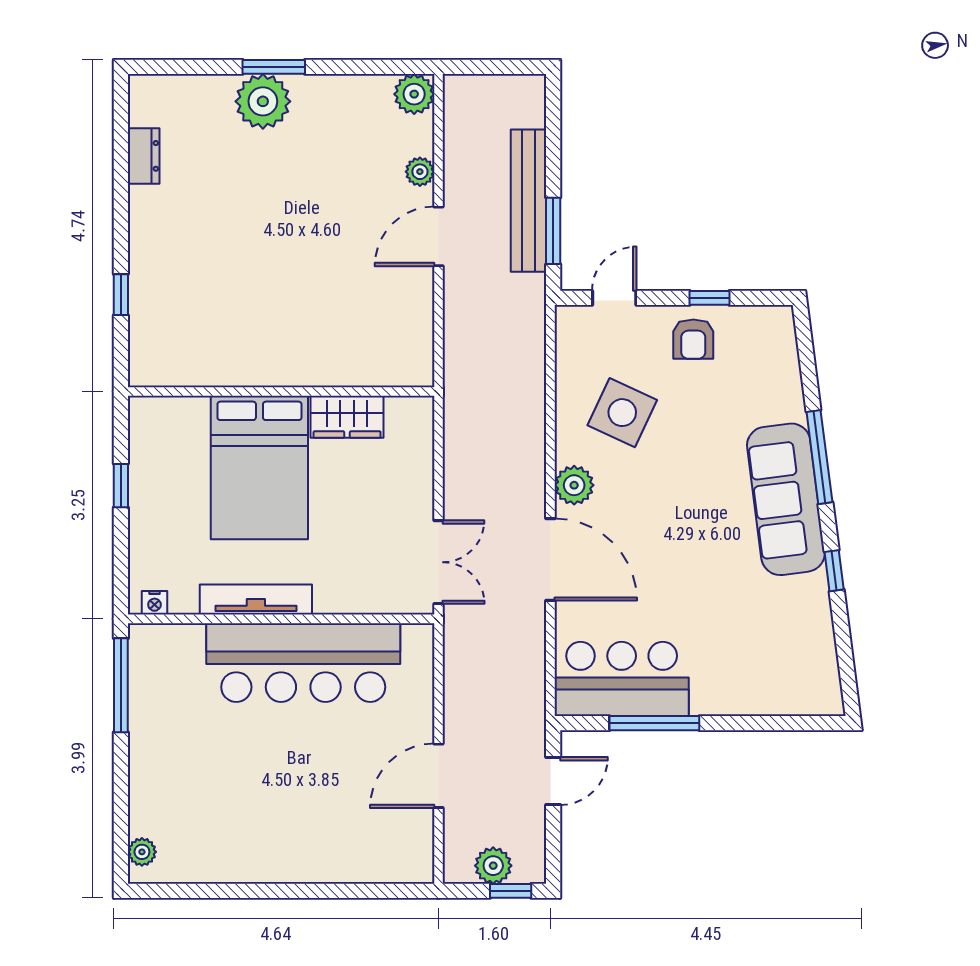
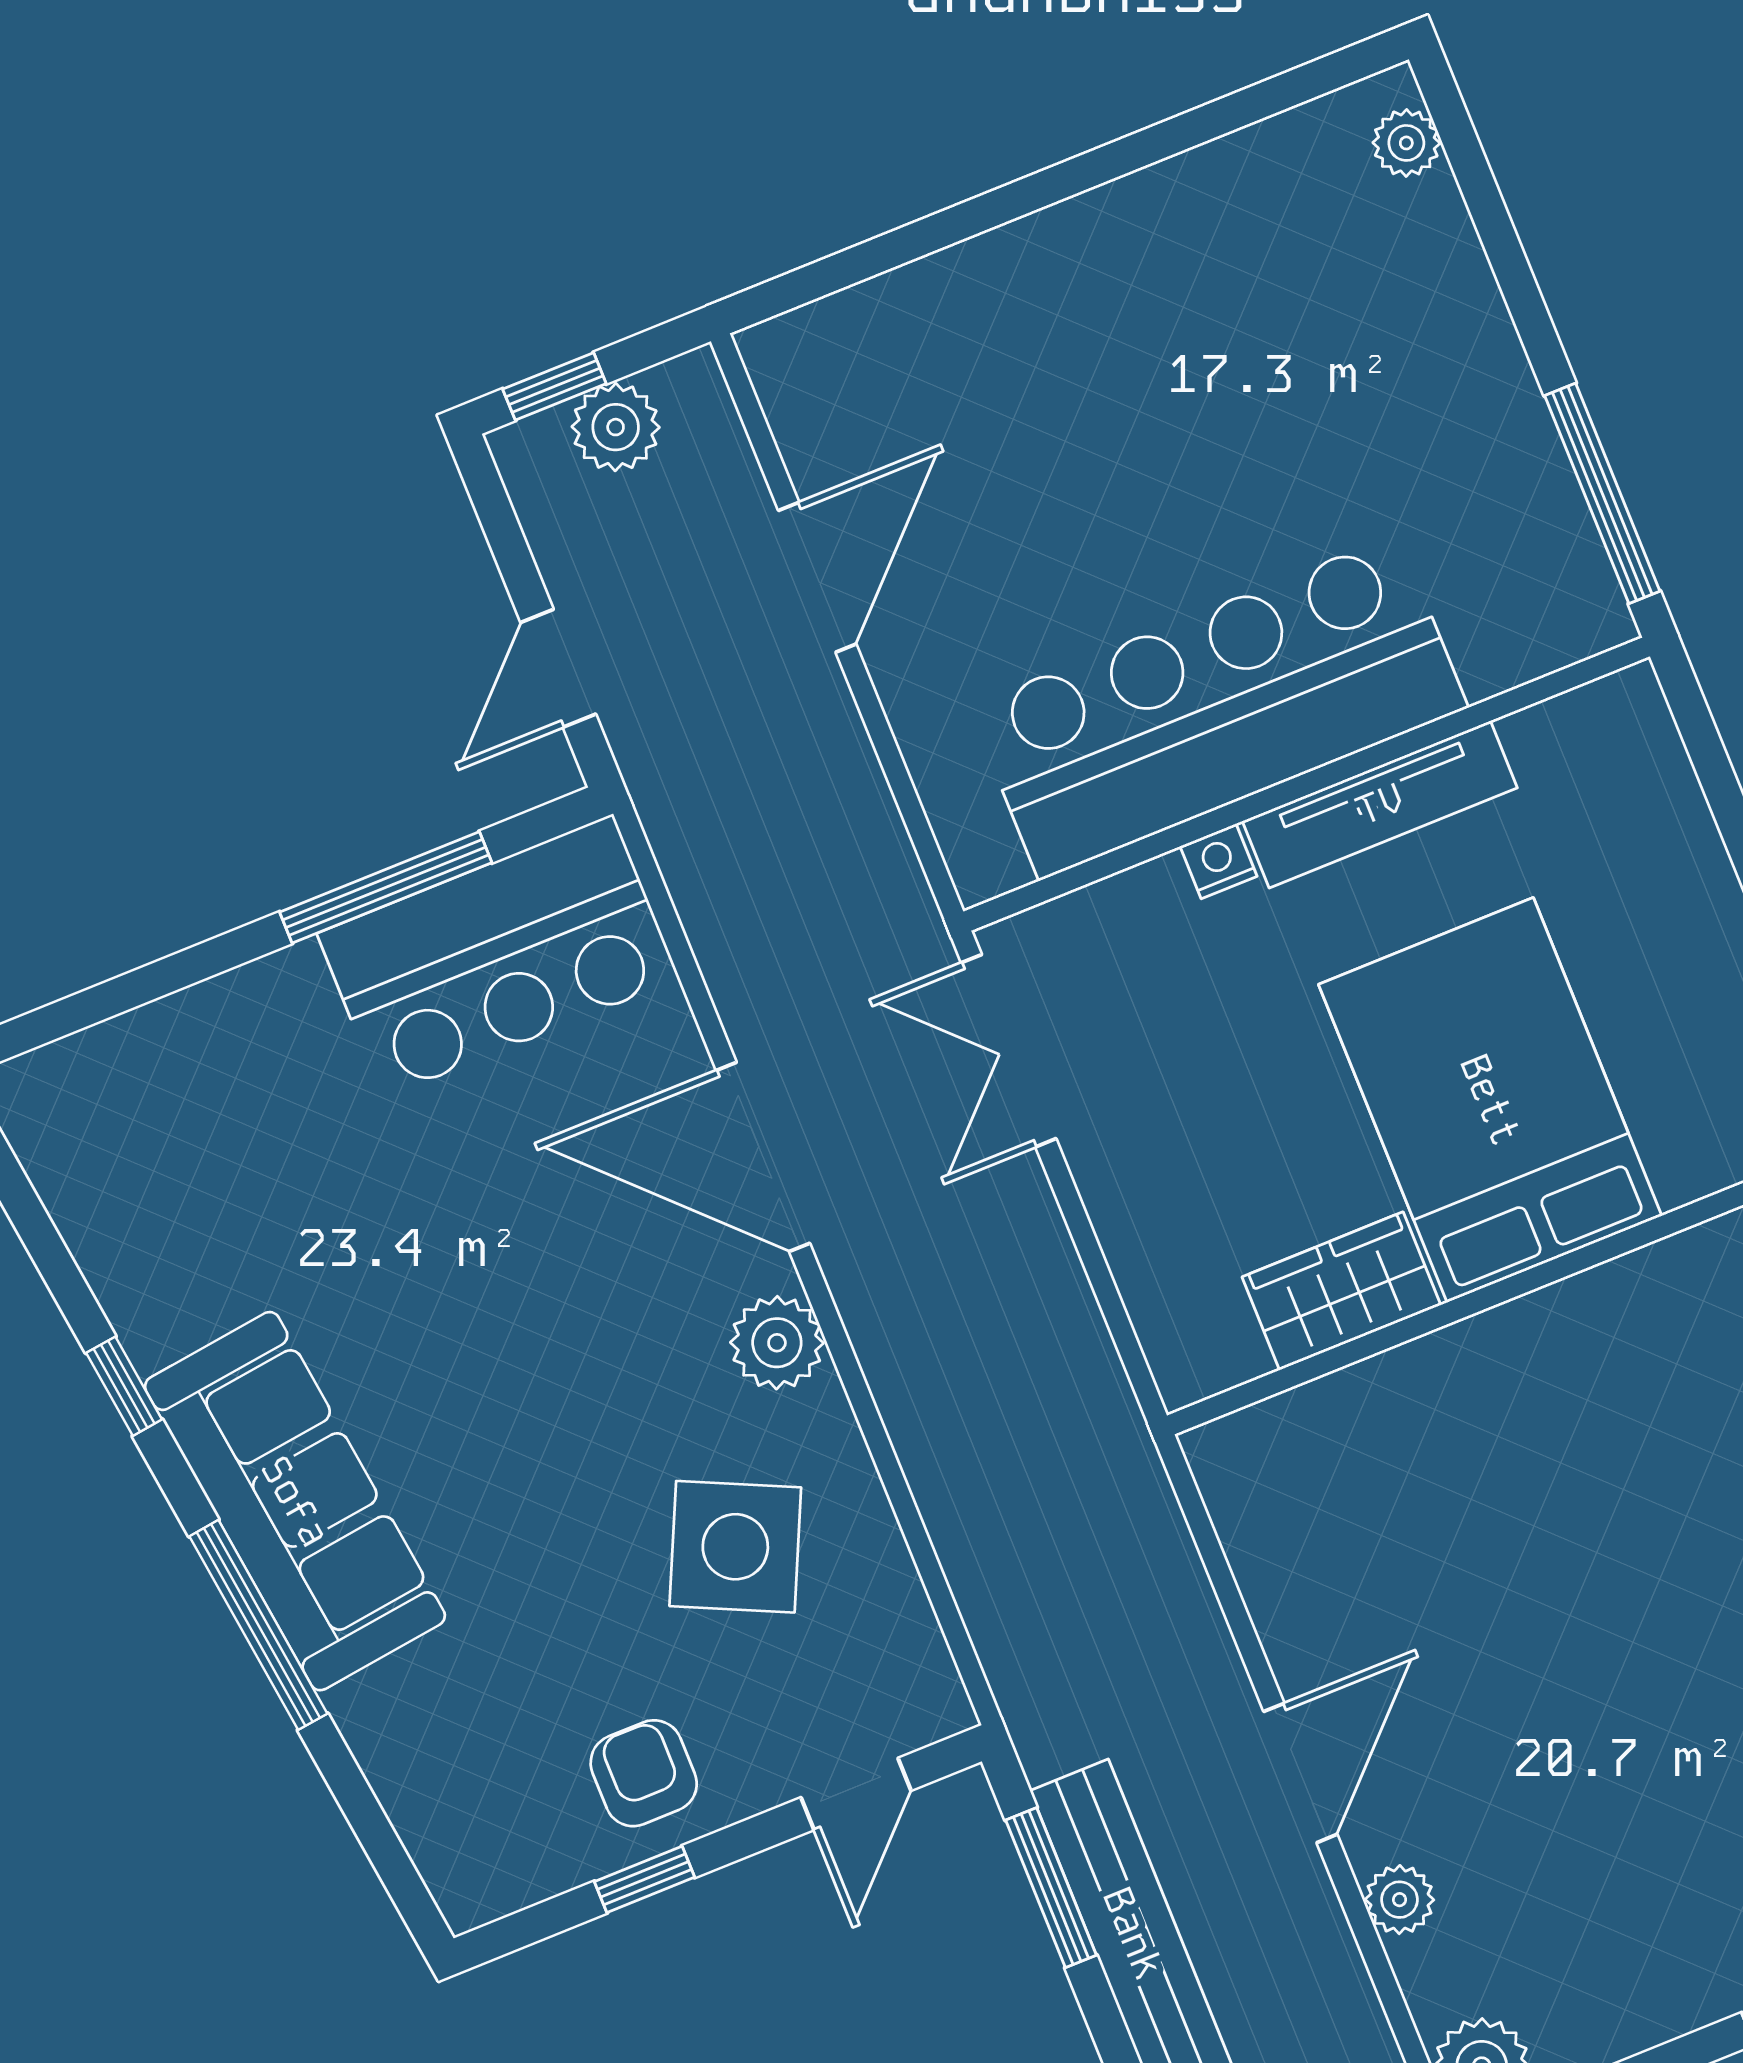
nightstand: (154, 603) -> (1219, 861), moved

